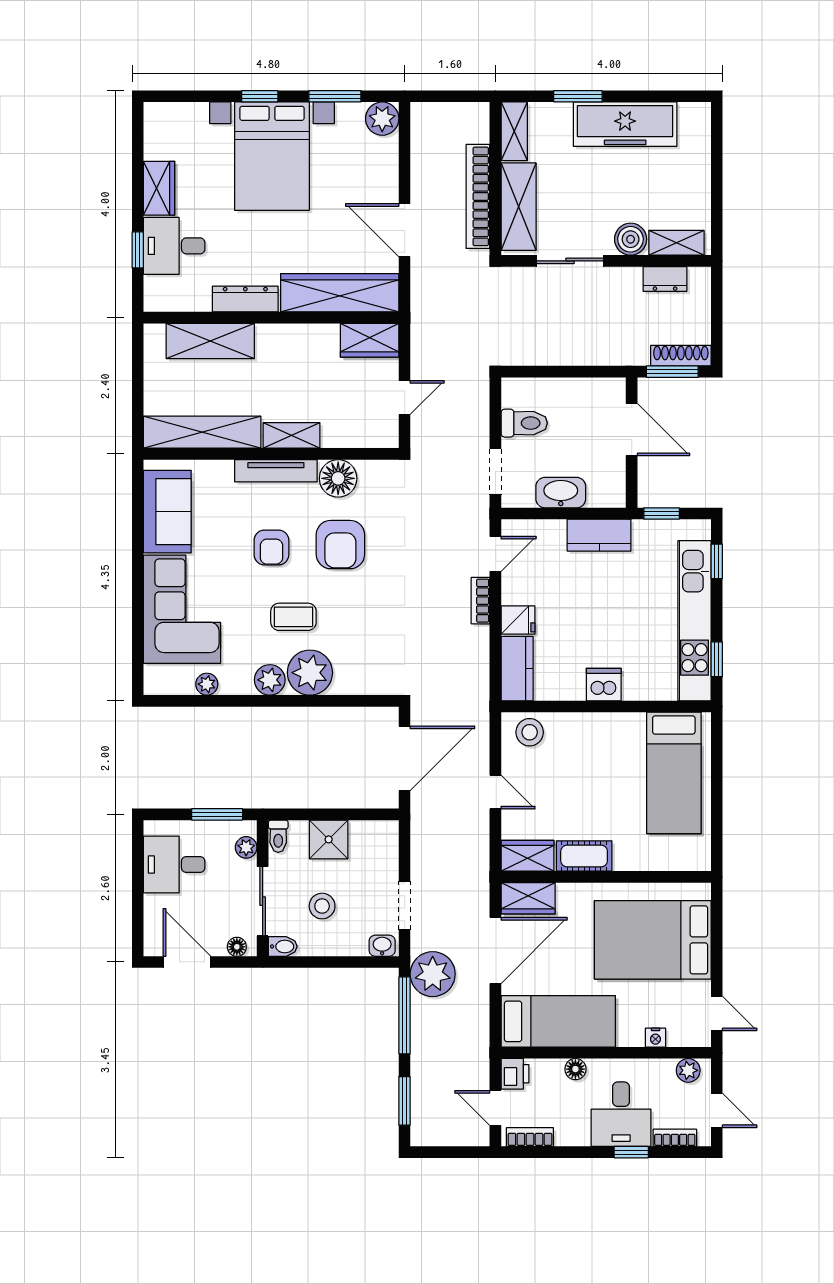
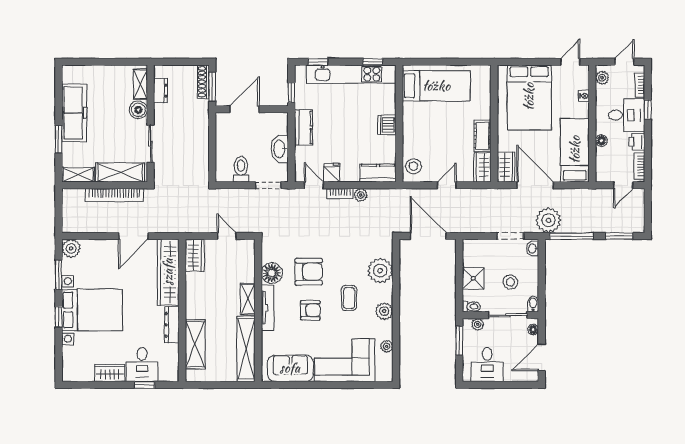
fridge: (518, 620) -> (332, 173), moved
plant: (478, 638) -> (361, 195), added
plant: (310, 673) -> (380, 271), moved
printer: (515, 1074) -> (637, 142), moved, turned -90

